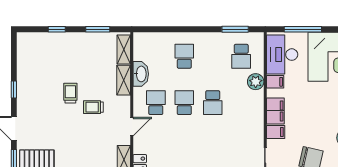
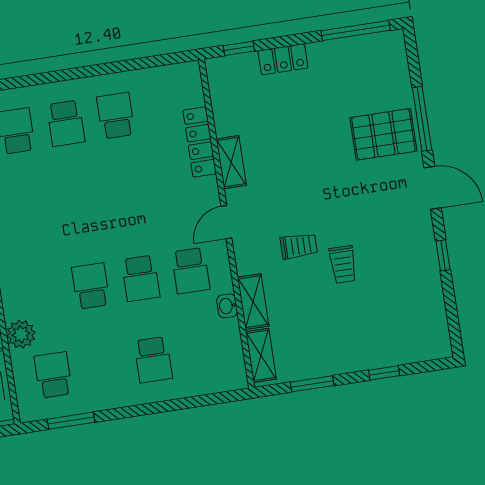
washbasin: (141, 74) -> (227, 306), width x0.52, depth x0.69

